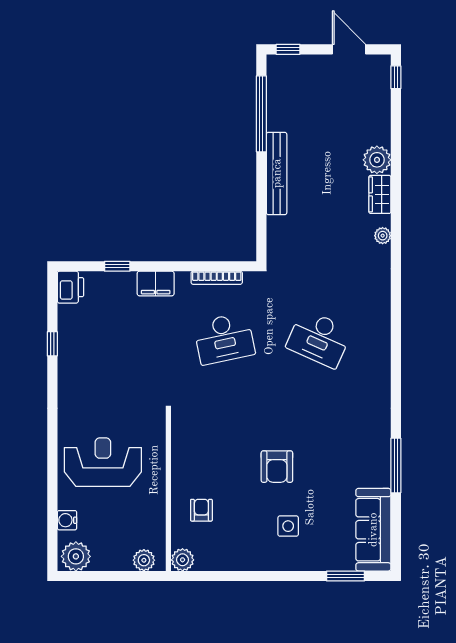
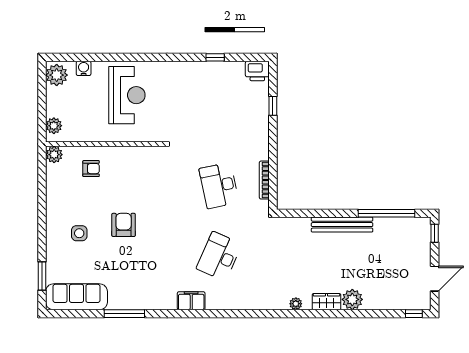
filing cabinet: (156, 283) -> (191, 301), moved, turned 90
armchair: (277, 467) -> (124, 225), turned 90

